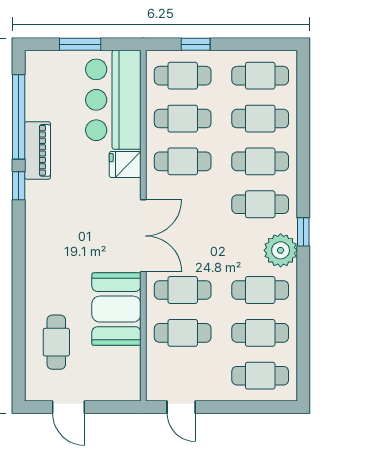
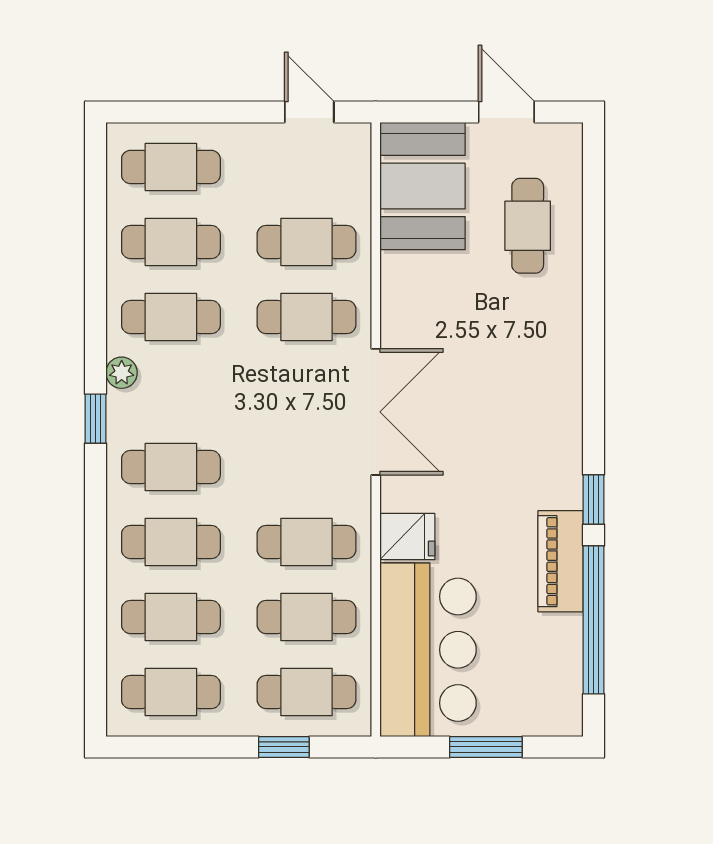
double door: (143, 236) -> (376, 412), swing flipped
plant: (281, 250) -> (122, 373), width x0.53, depth x0.53
booth: (116, 309) -> (423, 186), moved

